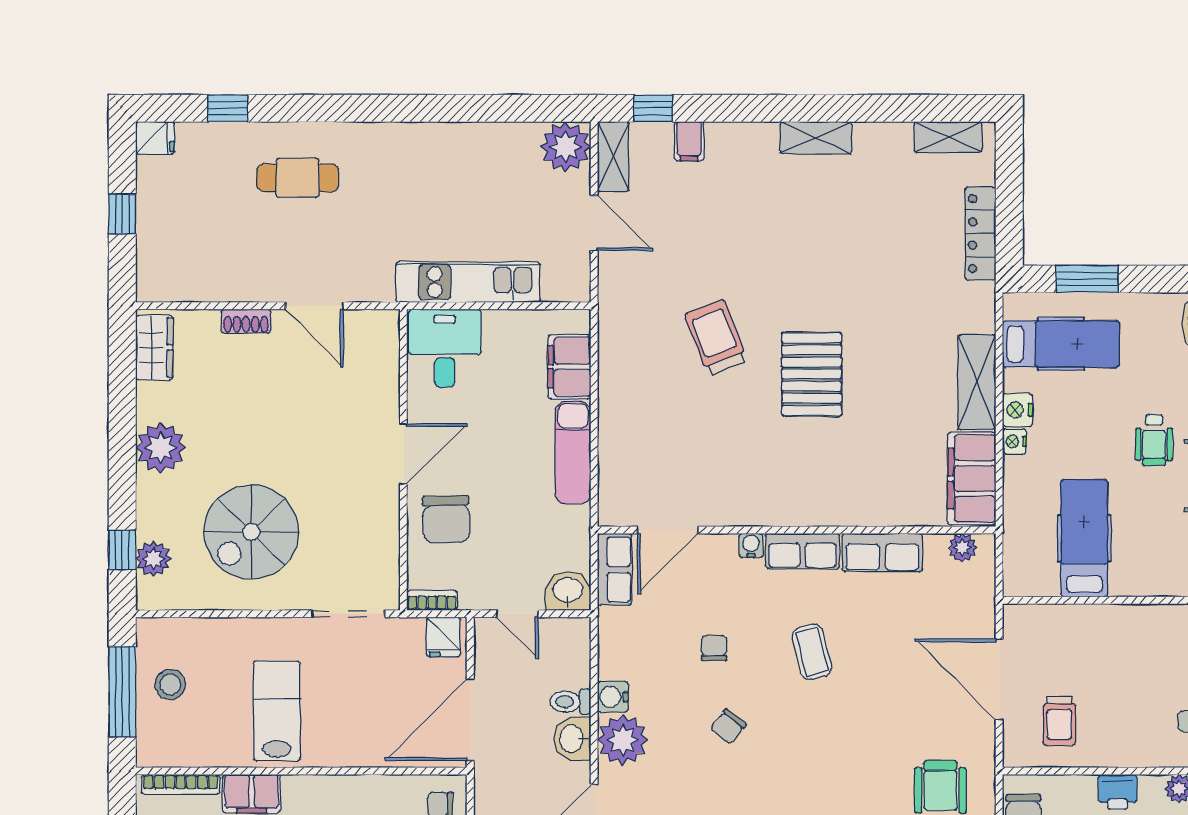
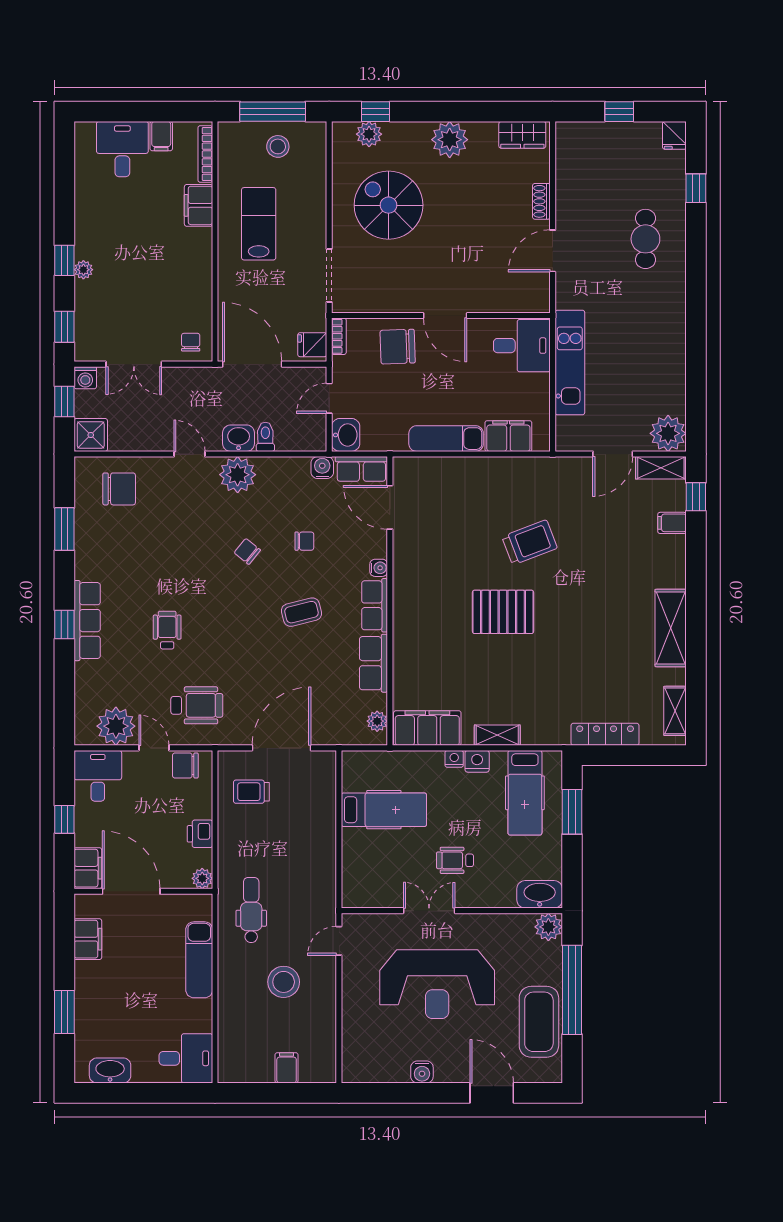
shelving: (816, 138) -> (671, 628), width x1.50, depth x1.33
shelving: (977, 382) -> (497, 735), width x0.67, depth x0.75
water cooler: (613, 697) -> (322, 468), moved
lab bench: (277, 711) -> (259, 224), turned -90

